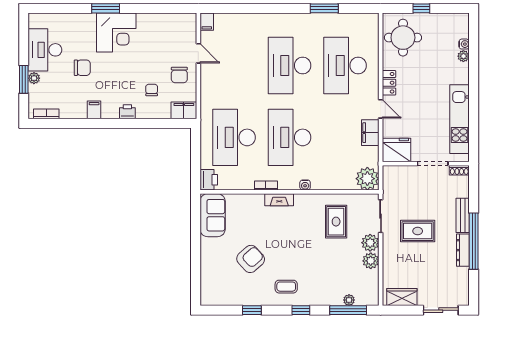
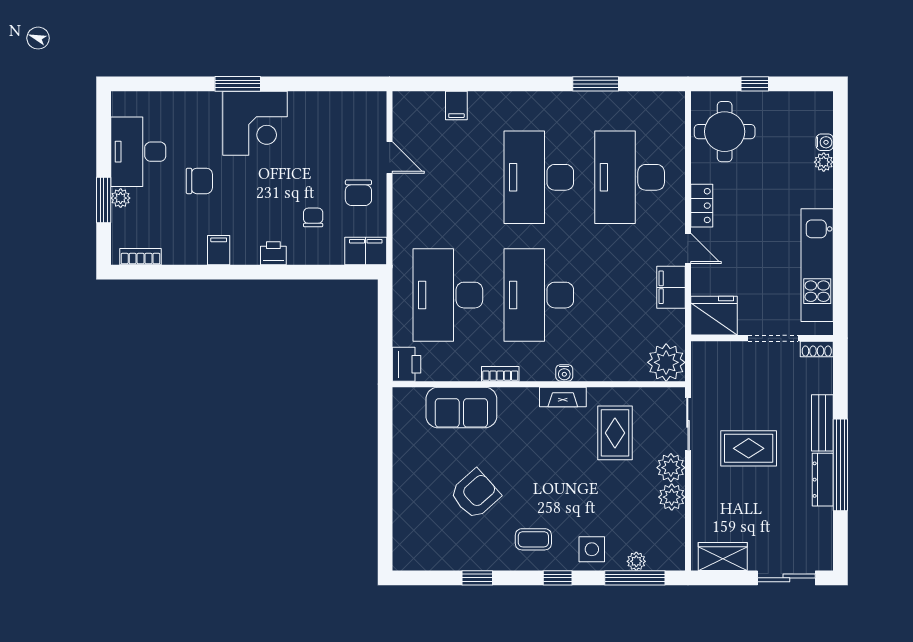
filing cabinet: (207, 22) -> (456, 105), moved
fireplace: (279, 200) -> (563, 397), moved
sofa: (213, 215) -> (461, 408), moved, turned 90
side table: (322, 293) -> (592, 549), added

